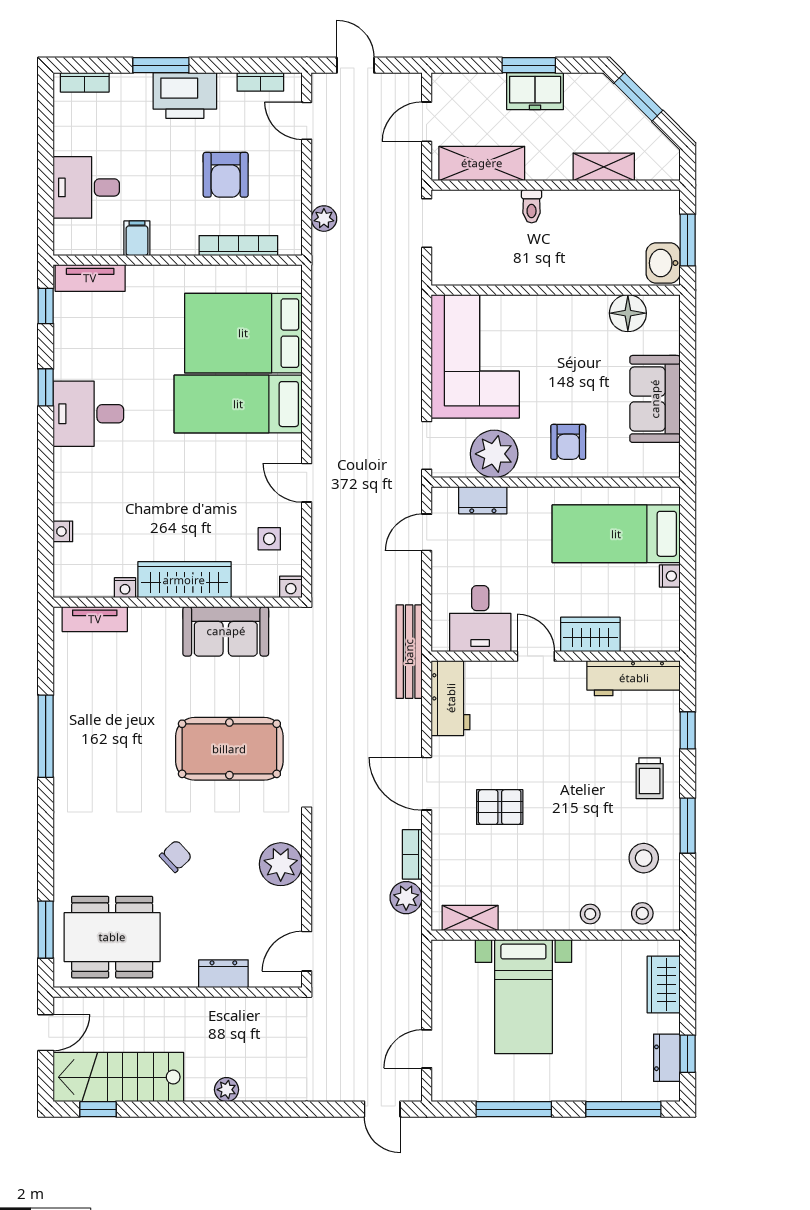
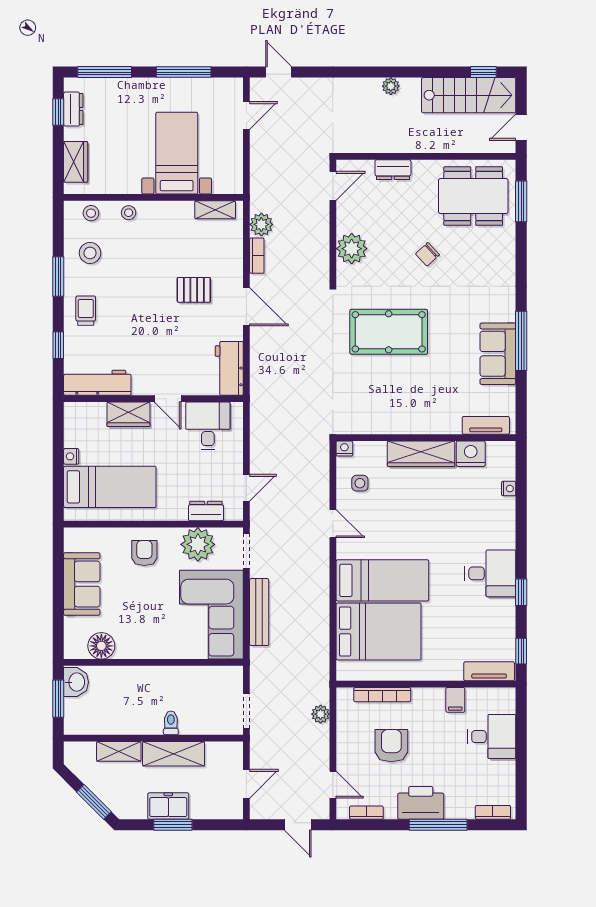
window: (161, 65) -> (438, 825), width x1.44
shelving: (482, 163) -> (174, 754), moved
nightstand: (125, 588) -> (471, 454), width x1.89, depth x1.79
sofa: (226, 631) -> (498, 354), moved, turned -90
bench: (409, 652) -> (259, 612), moved

